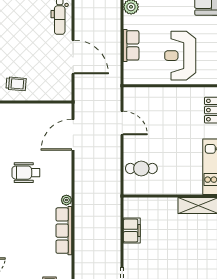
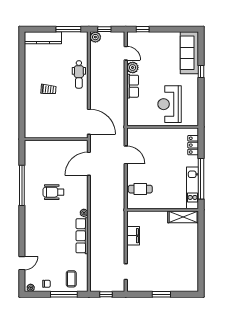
row of seats: (131, 45) -> (133, 86), moved
door: (73, 57) -> (89, 122), moved
trolley: (16, 84) -> (48, 89), moved

